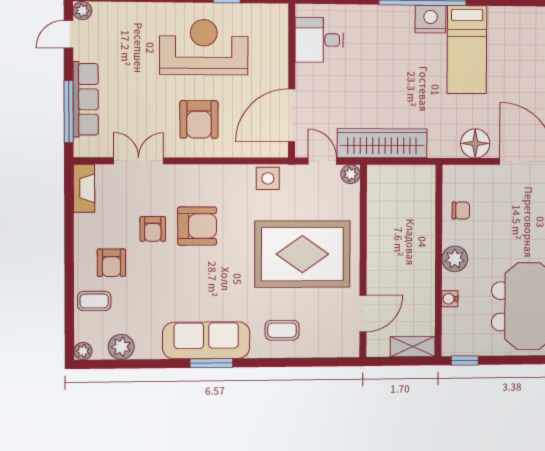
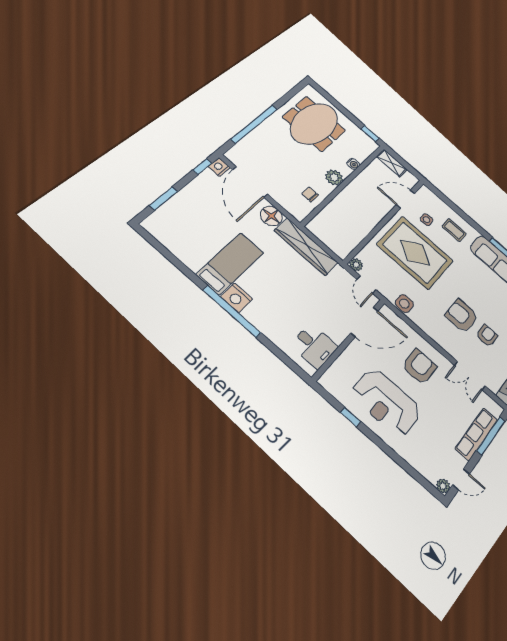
wardrobe: (382, 143) -> (306, 247), moved
side table: (321, 311) -> (427, 220), added

